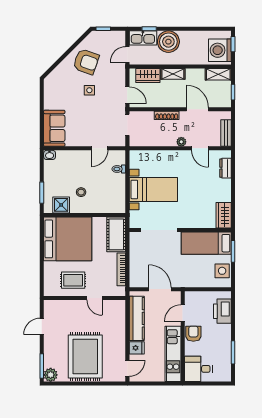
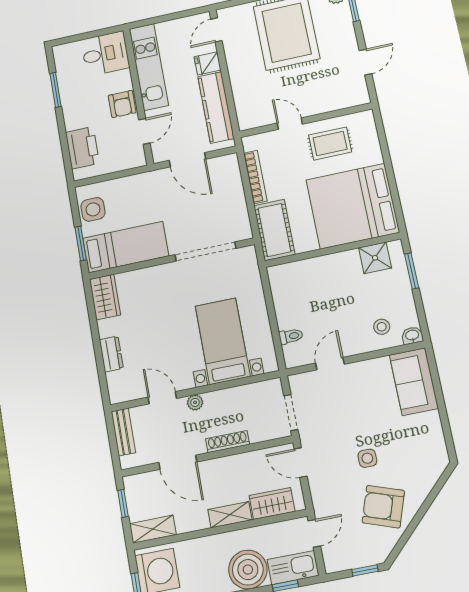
dresser: (225, 168) -> (111, 354), moved
bed with nightstands: (153, 189) -> (223, 341), moved, turned 90
stool: (81, 192) -> (382, 327), moved

